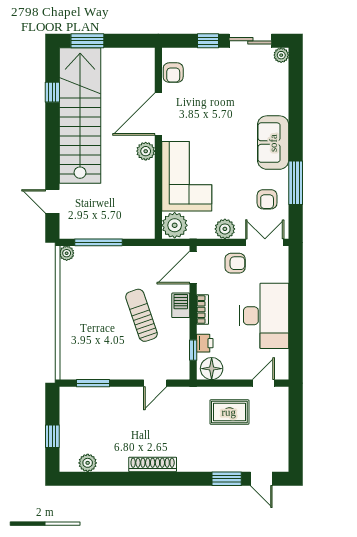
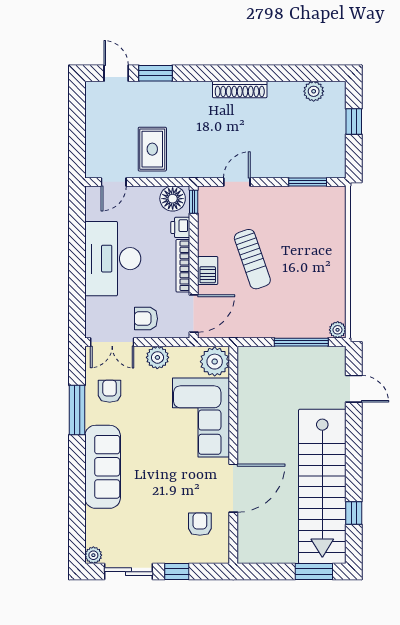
armchair: (173, 73) -> (200, 524), moved
sofa: (273, 143) -> (103, 467), width x1.36
plant: (146, 151) -> (248, 446), removed
bookcase: (202, 310) -> (183, 266), width x1.56
window: (193, 350) -> (194, 202), moved
rug: (229, 412) -> (152, 149), turned 90

